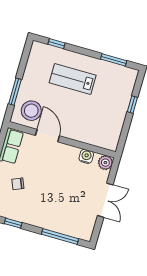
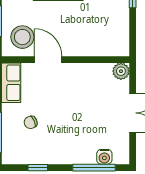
water cooler: (86, 156) -> (104, 157), moved, turned 180

